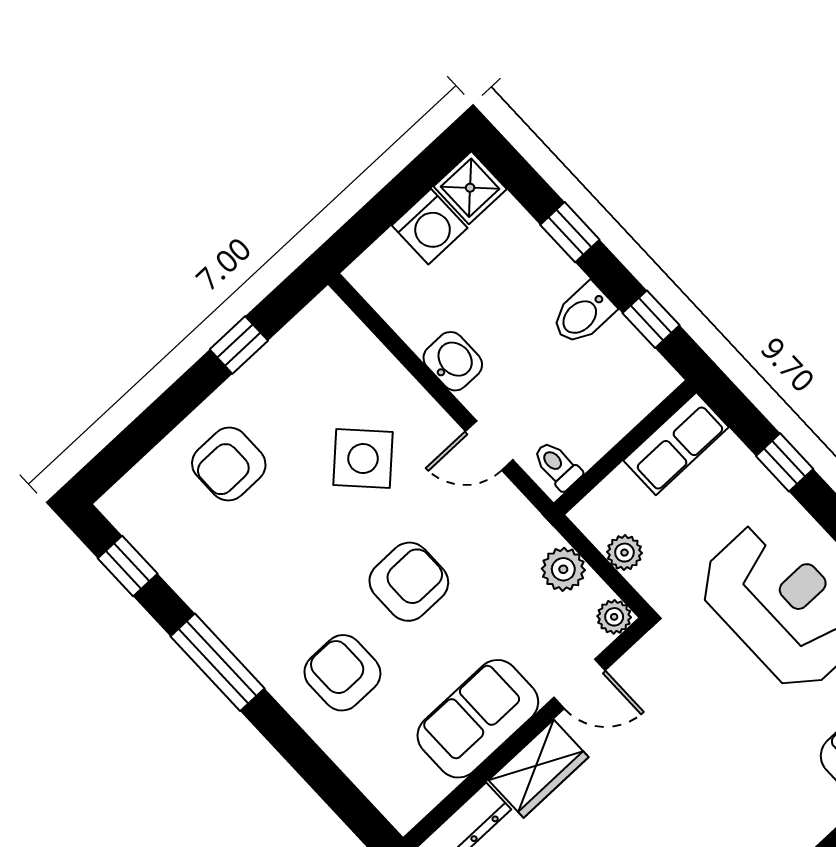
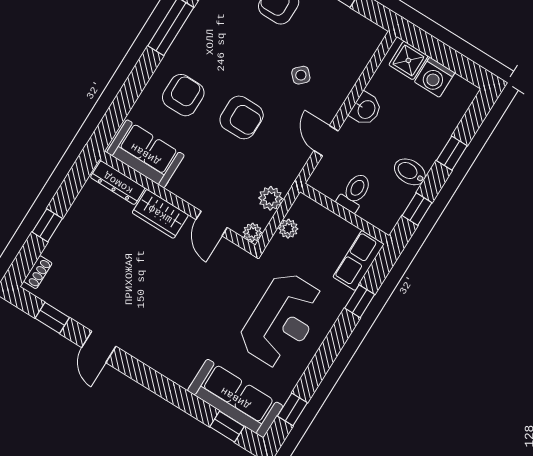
shower: (470, 188) -> (408, 60), moved
row of seats: (676, 444) -> (359, 260), moved, turned 90
side table: (363, 459) -> (301, 75), width x0.54, depth x0.54
toilet: (557, 466) -> (355, 192), moved, width x1.37, depth x1.39
sofa: (478, 719) -> (145, 154), moved

